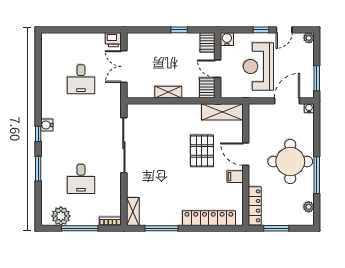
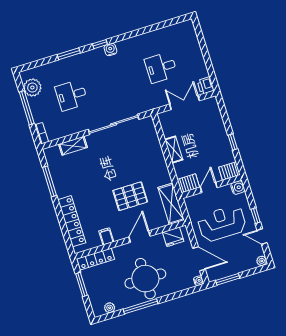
fridge: (257, 120) -> (173, 237), added
filing cabinet: (235, 177) -> (106, 236), moved
shelving: (133, 211) -> (73, 146), moved

